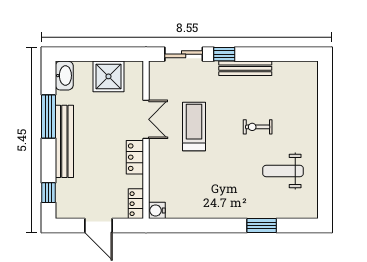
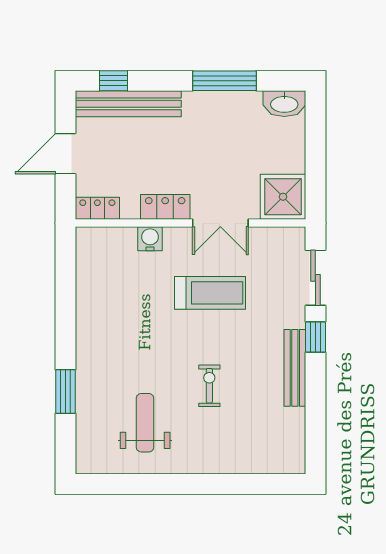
shower: (108, 76) -> (283, 197), moved
bench: (64, 141) -> (128, 104), moved
water cooler: (157, 210) -> (150, 239), moved

